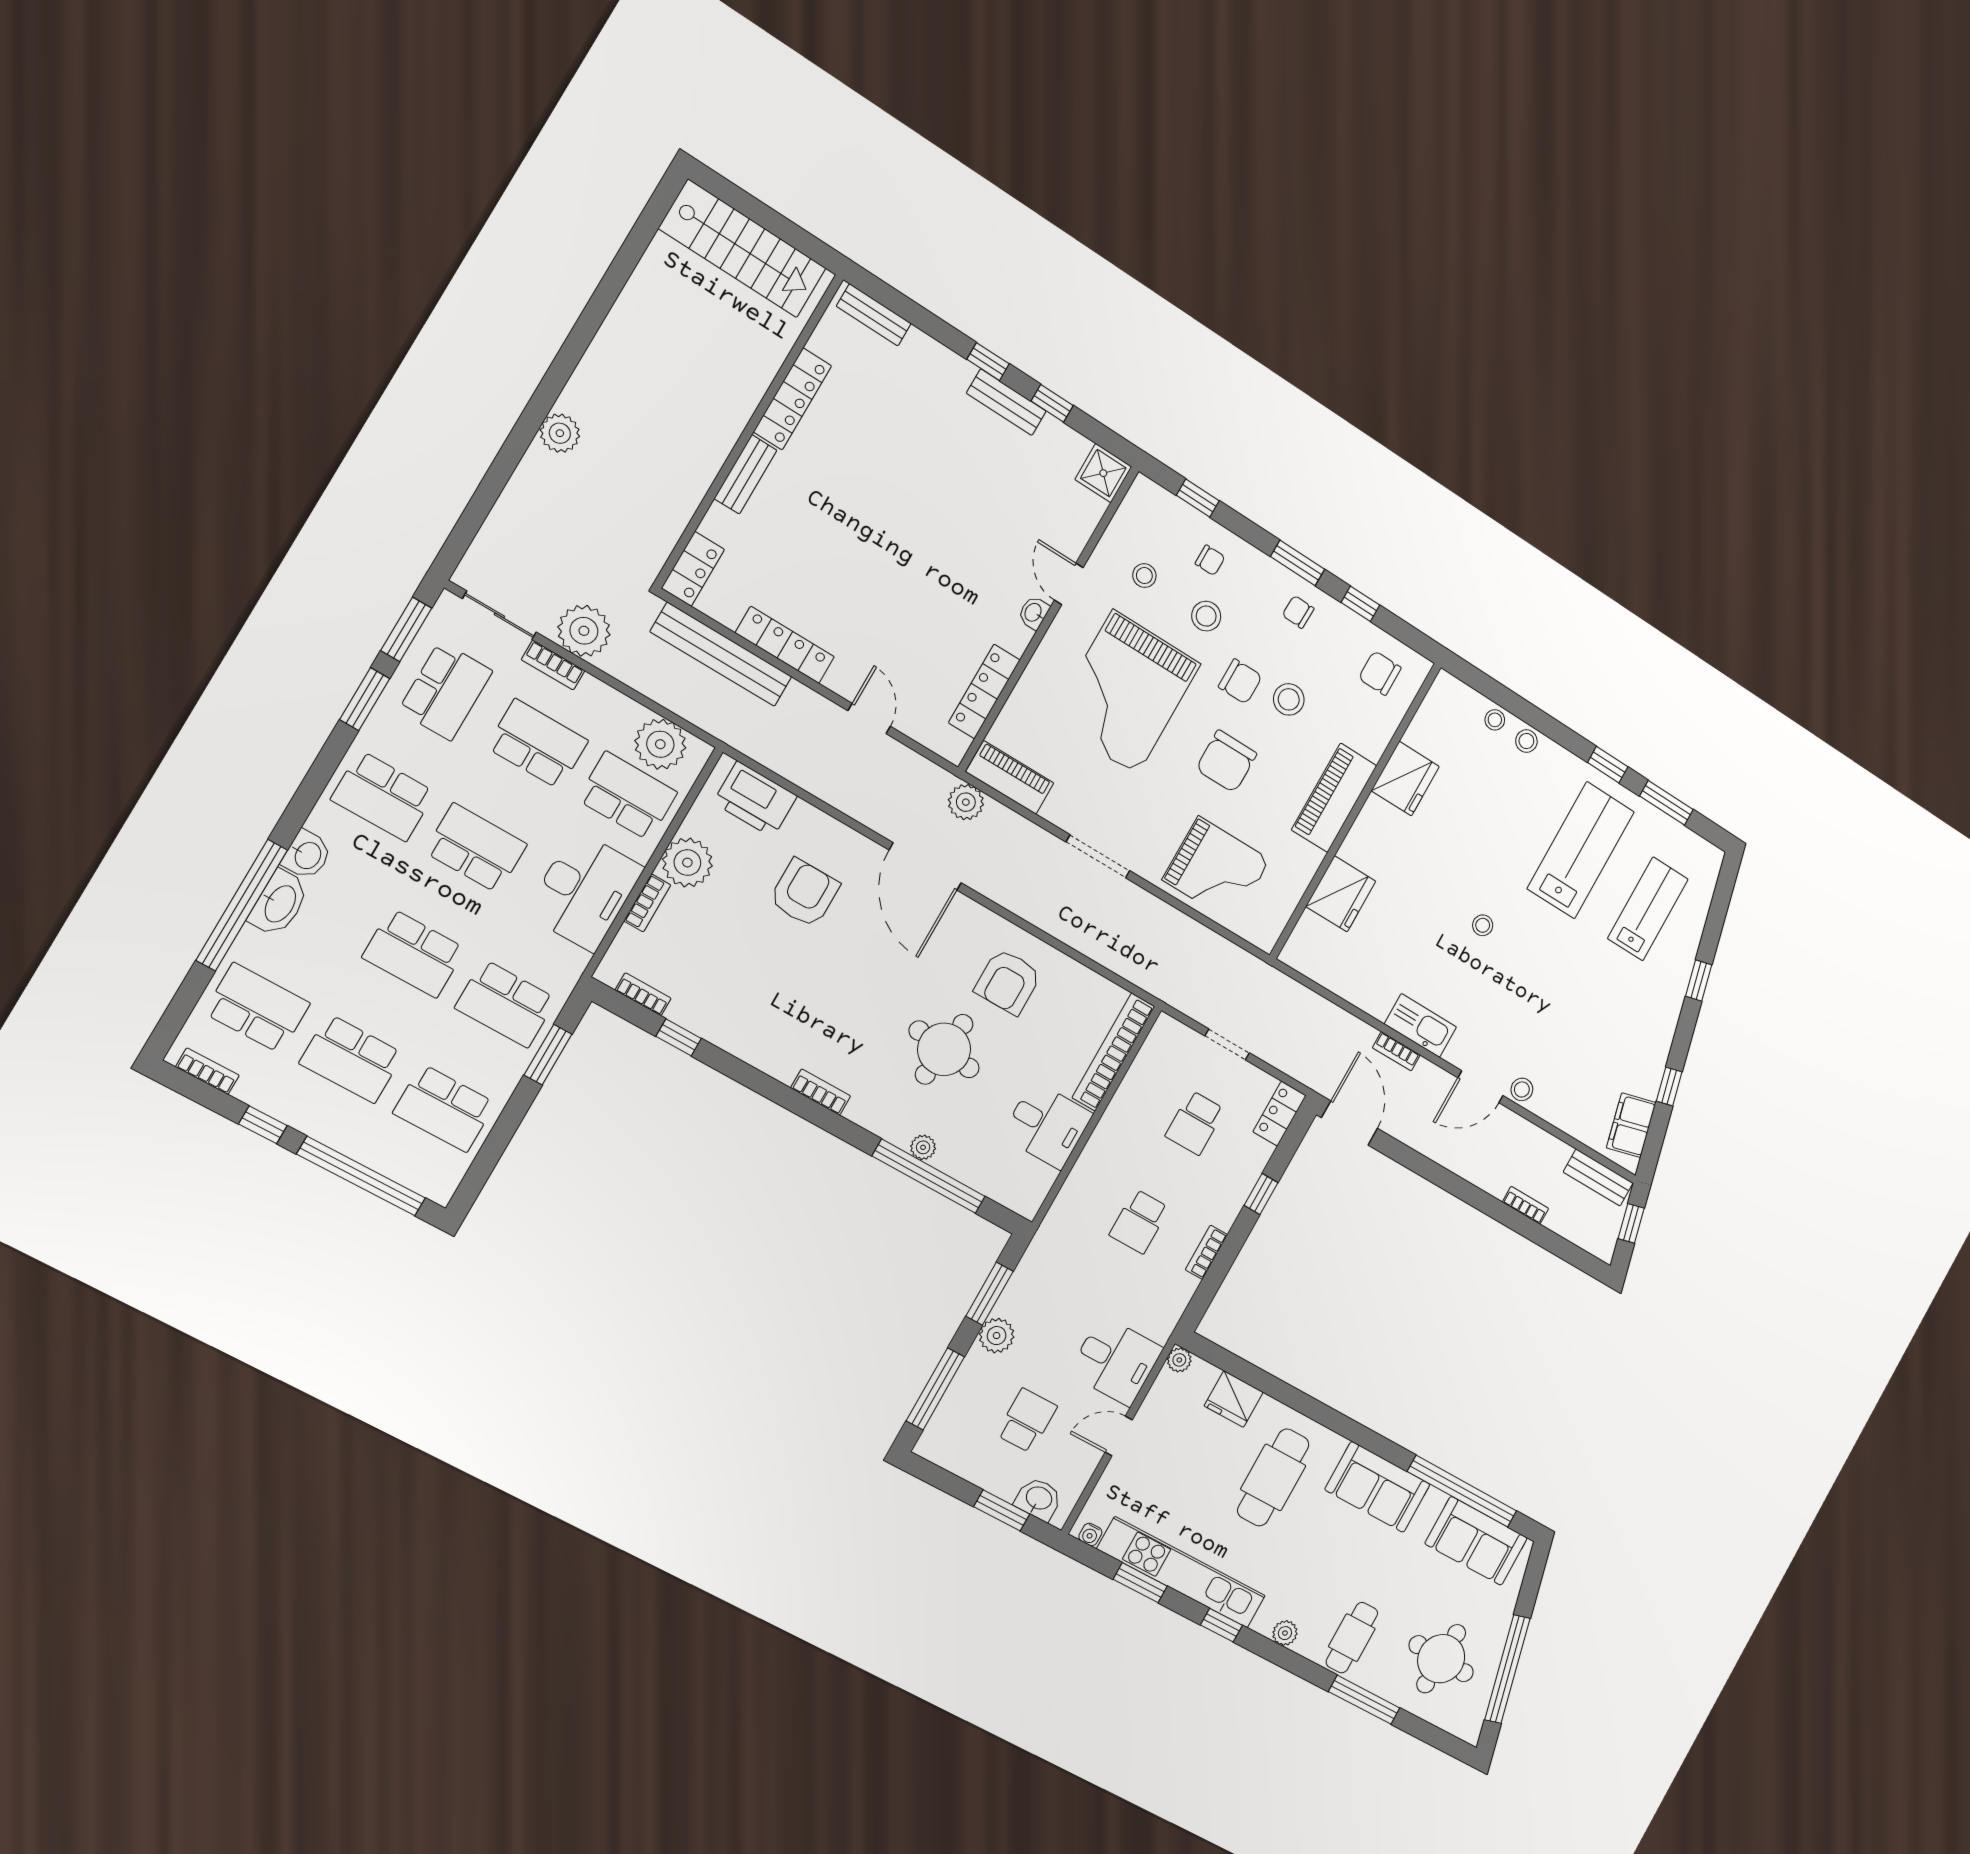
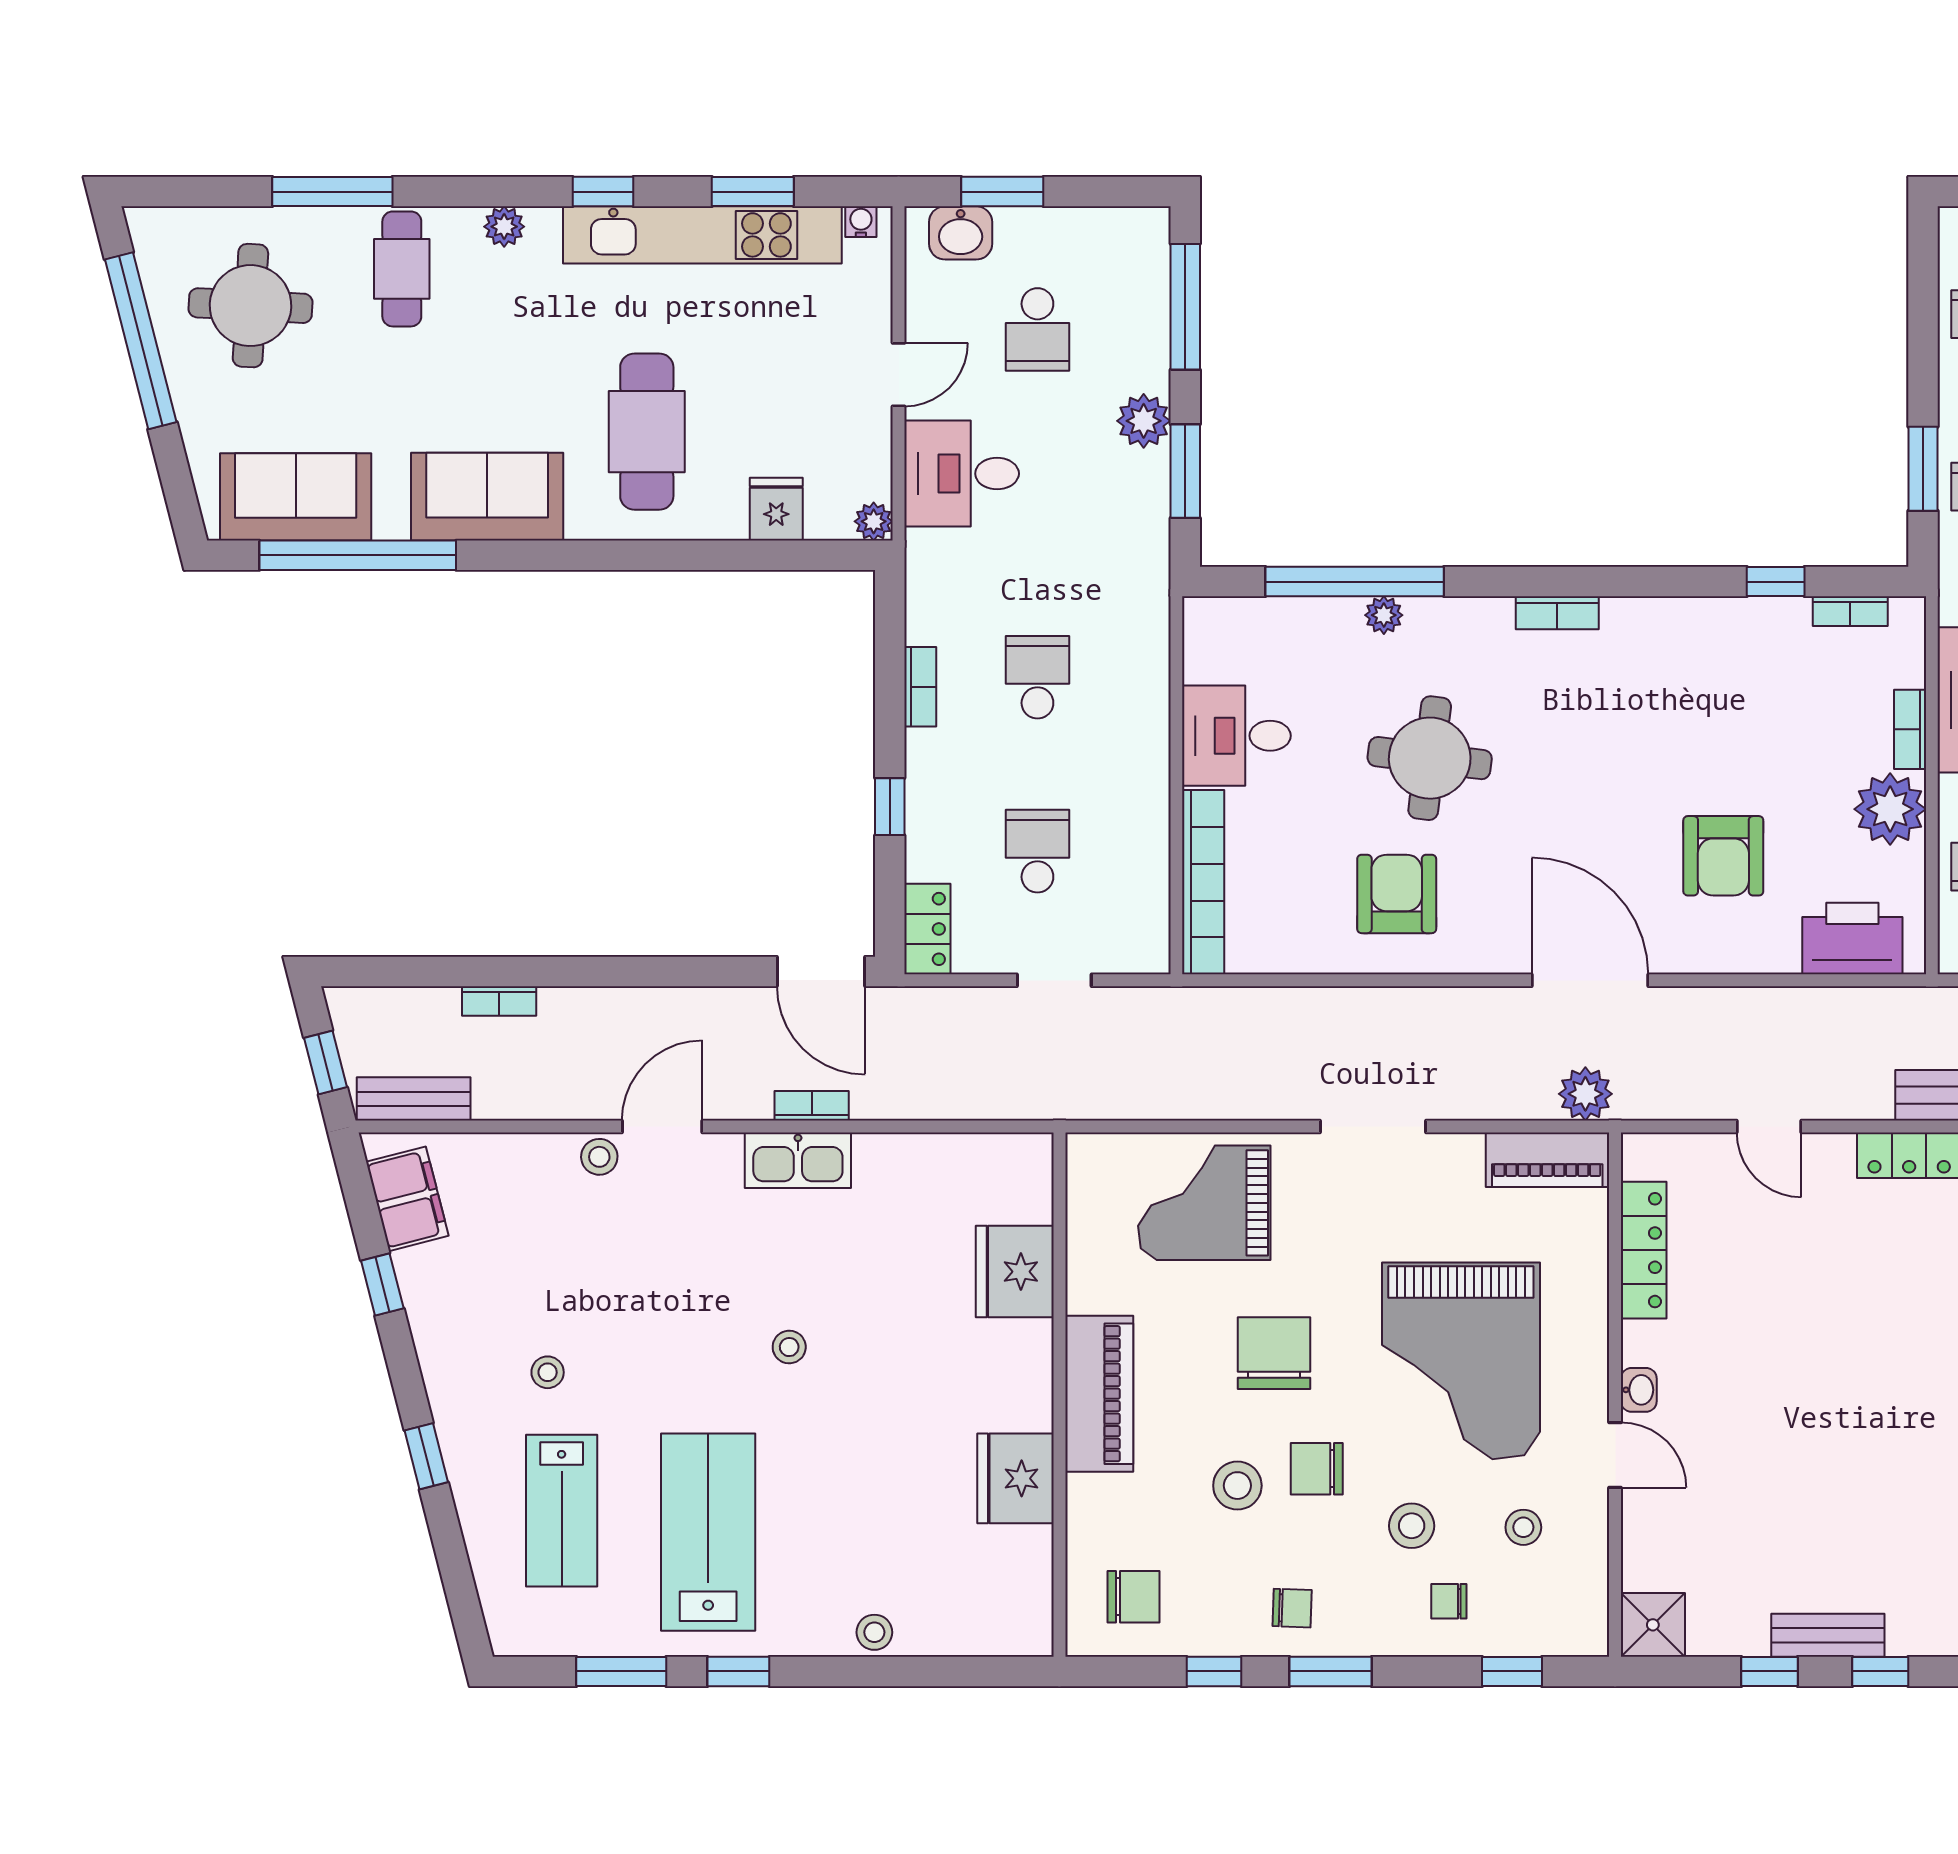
grand piano: (1125, 692) -> (1461, 1361), turned 180
stool: (1495, 720) -> (548, 1372), moved
lab bench: (1581, 850) -> (708, 1532), turned 180
fridge: (1234, 1399) -> (776, 509), width x0.72

